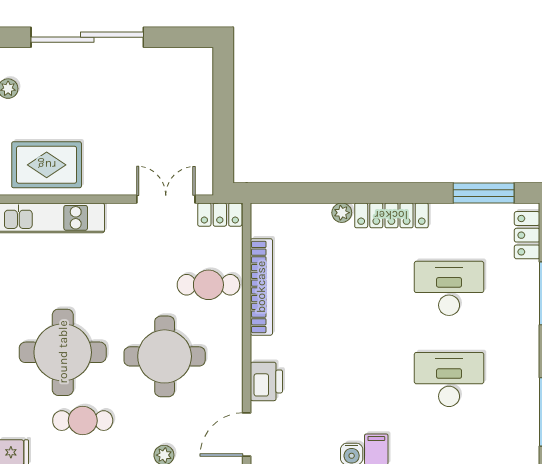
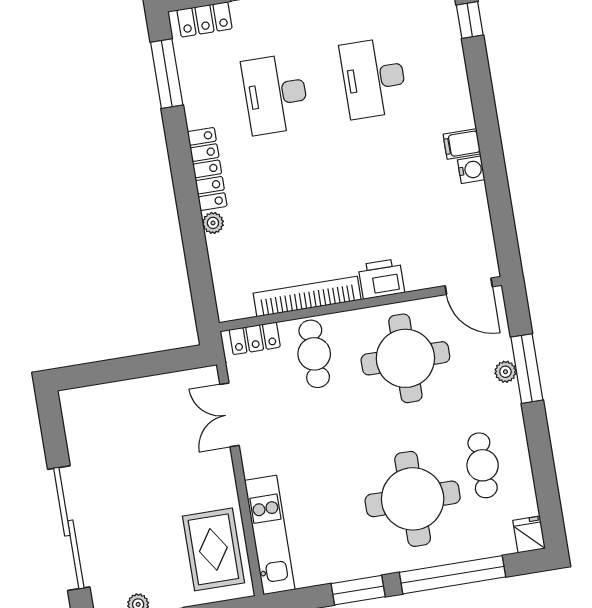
locker: (220, 215) -> (255, 338), moved, turned 90
round table: (165, 356) -> (405, 358), moved
printer: (266, 381) -> (381, 279), moved

